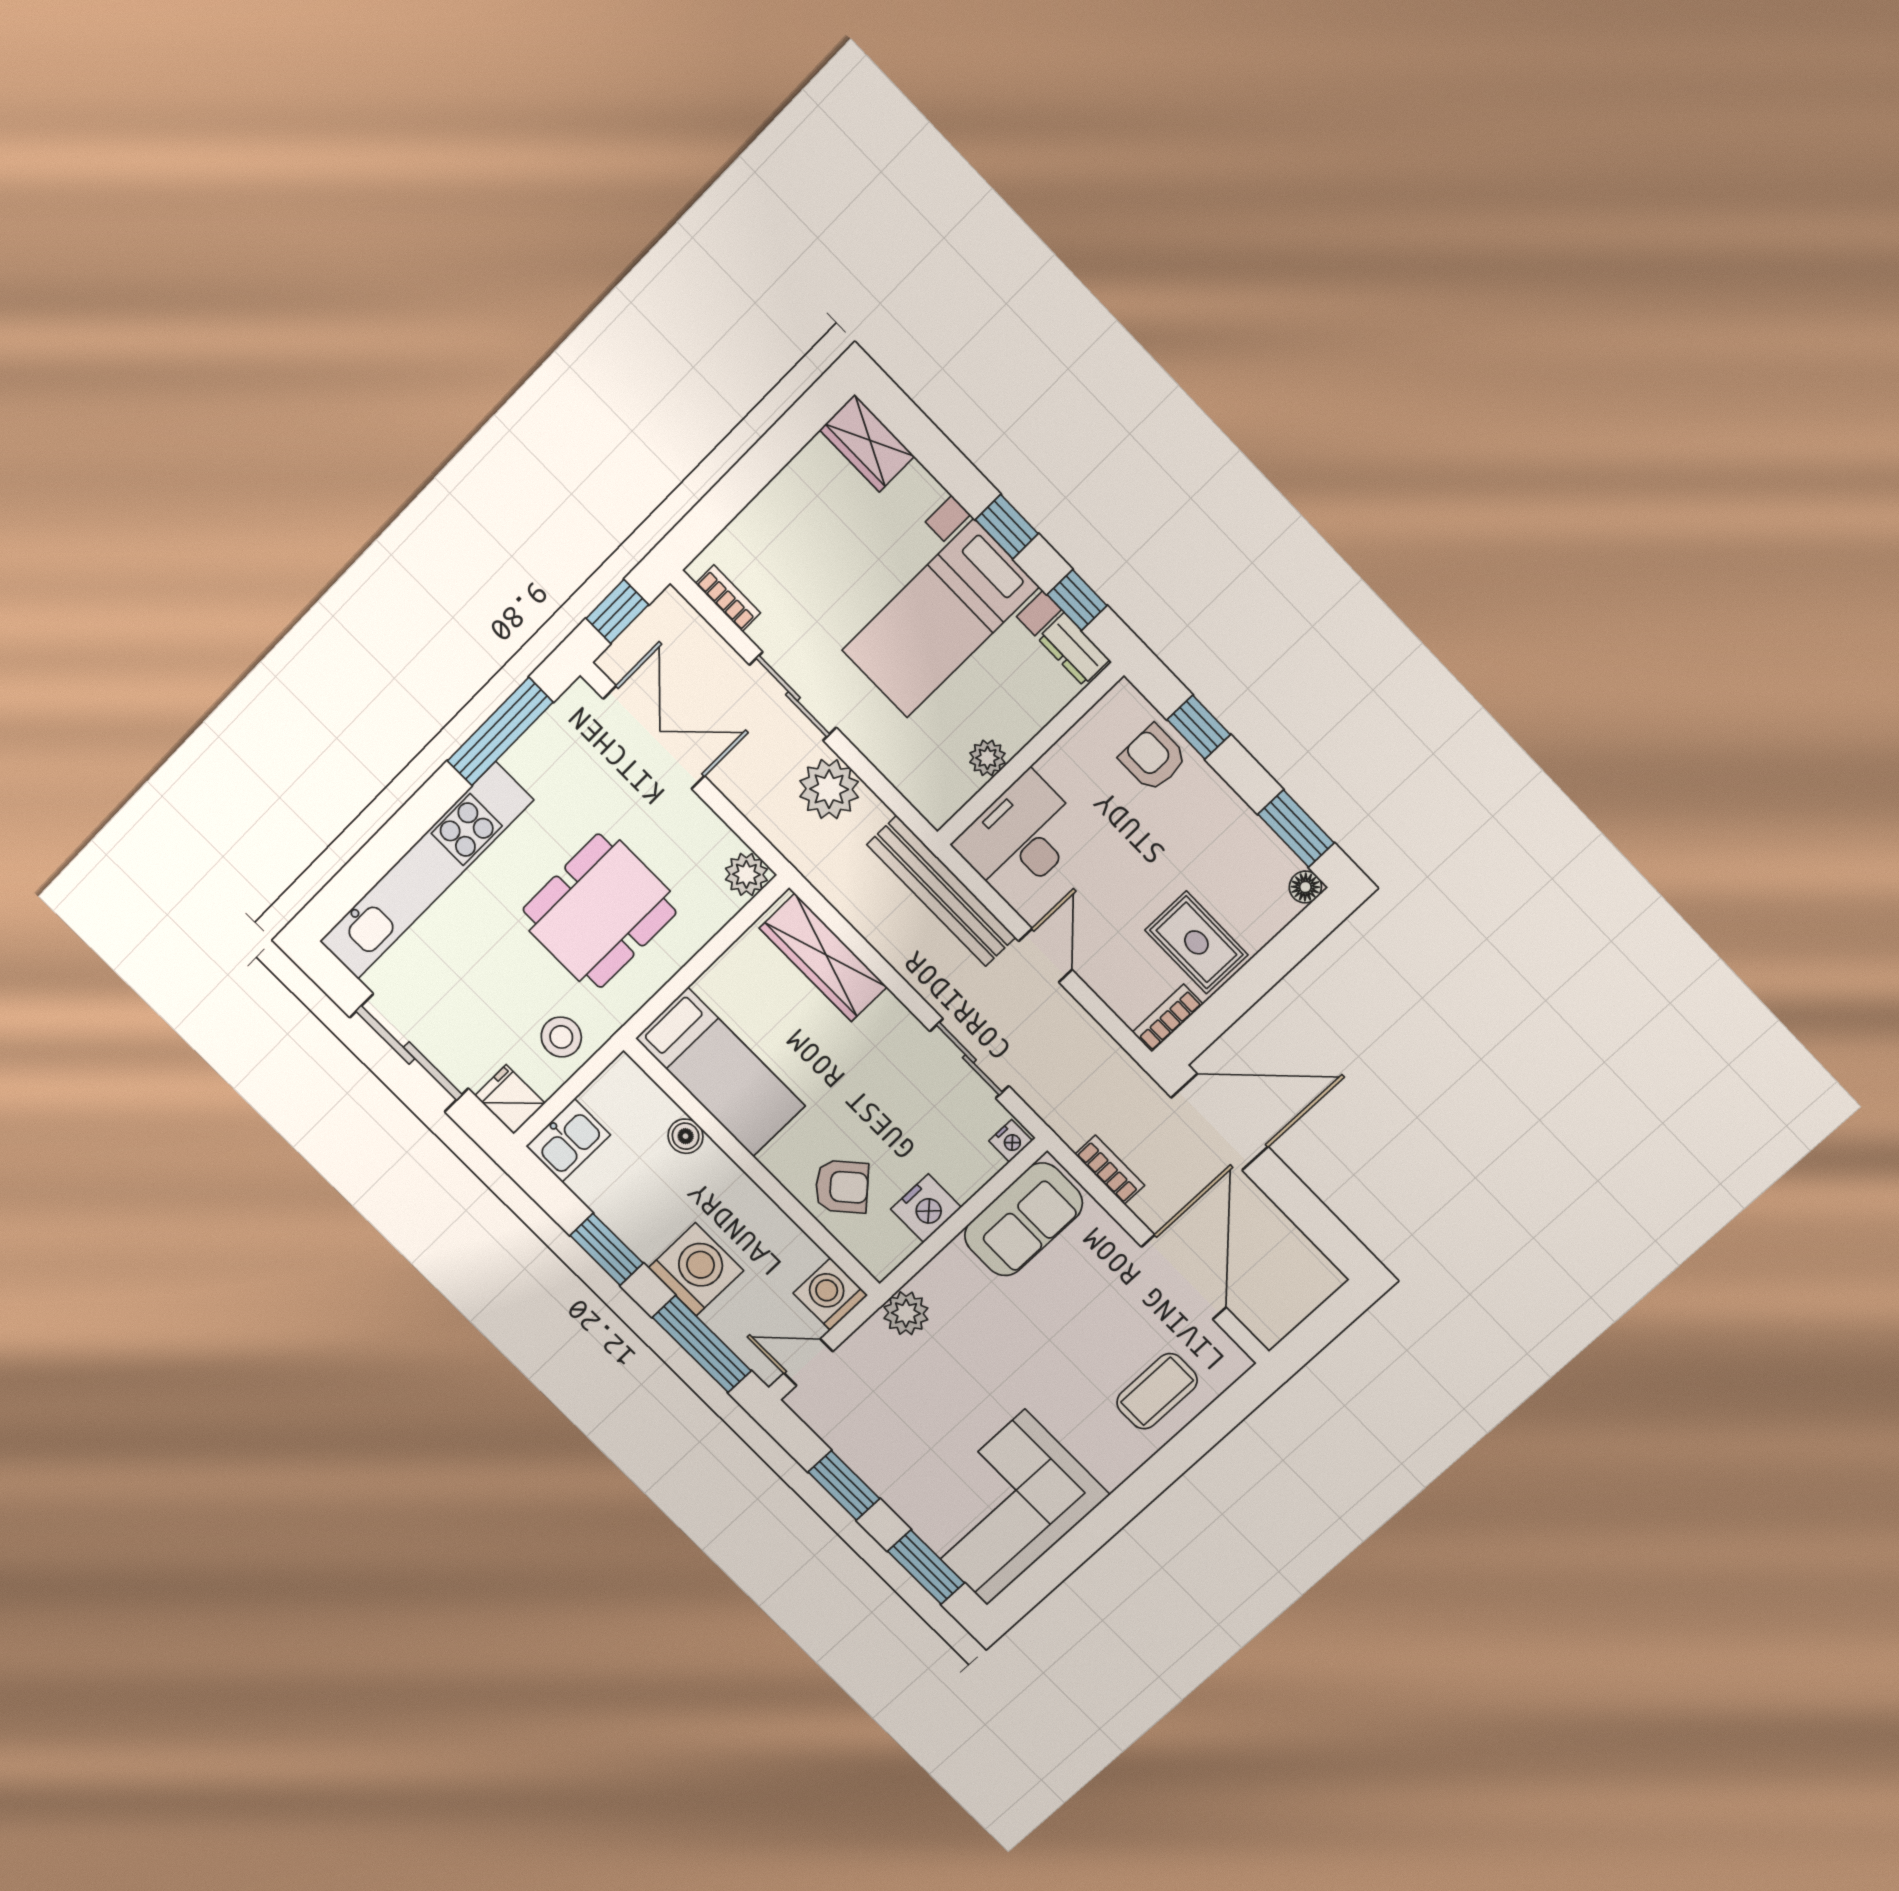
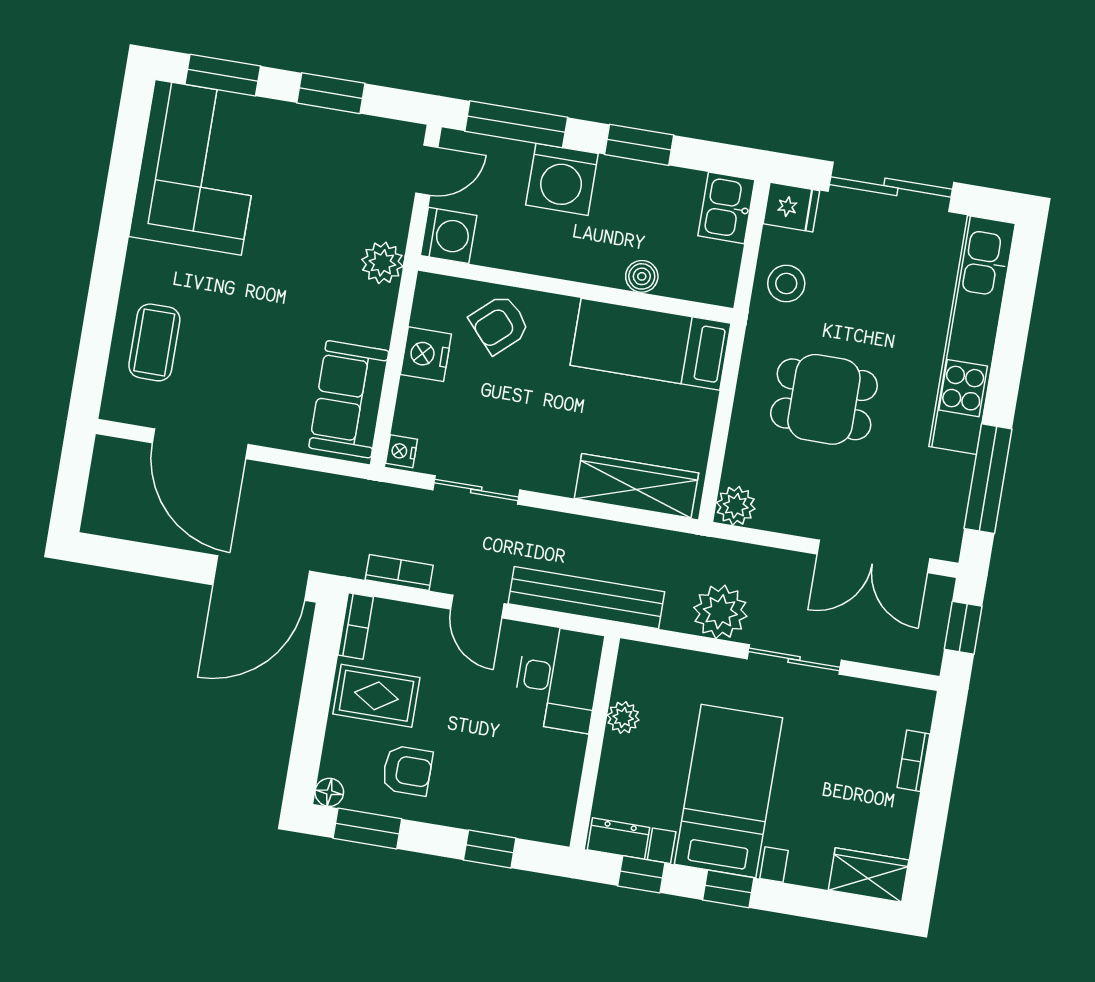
bookcase: (728, 598) -> (913, 761), moved, turned 90
armchair: (1153, 758) -> (407, 771), moved
dining table: (599, 911) -> (824, 399), width x0.73
bookcase: (1110, 1170) -> (399, 573), moved, turned 180

